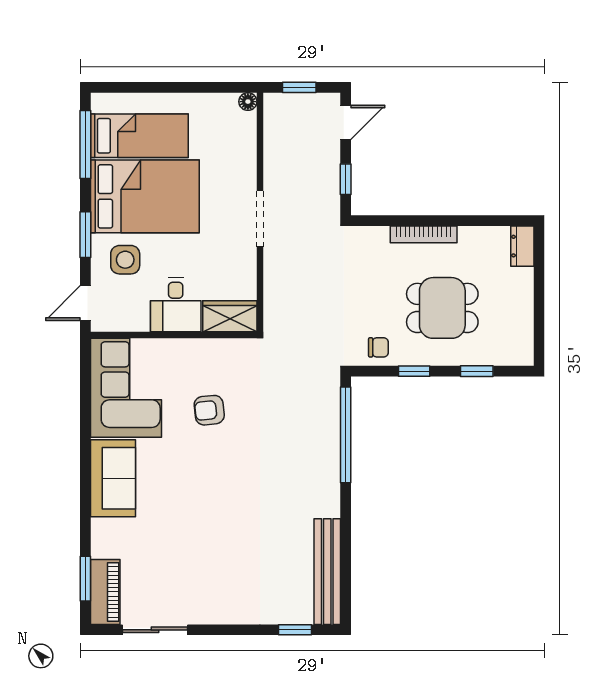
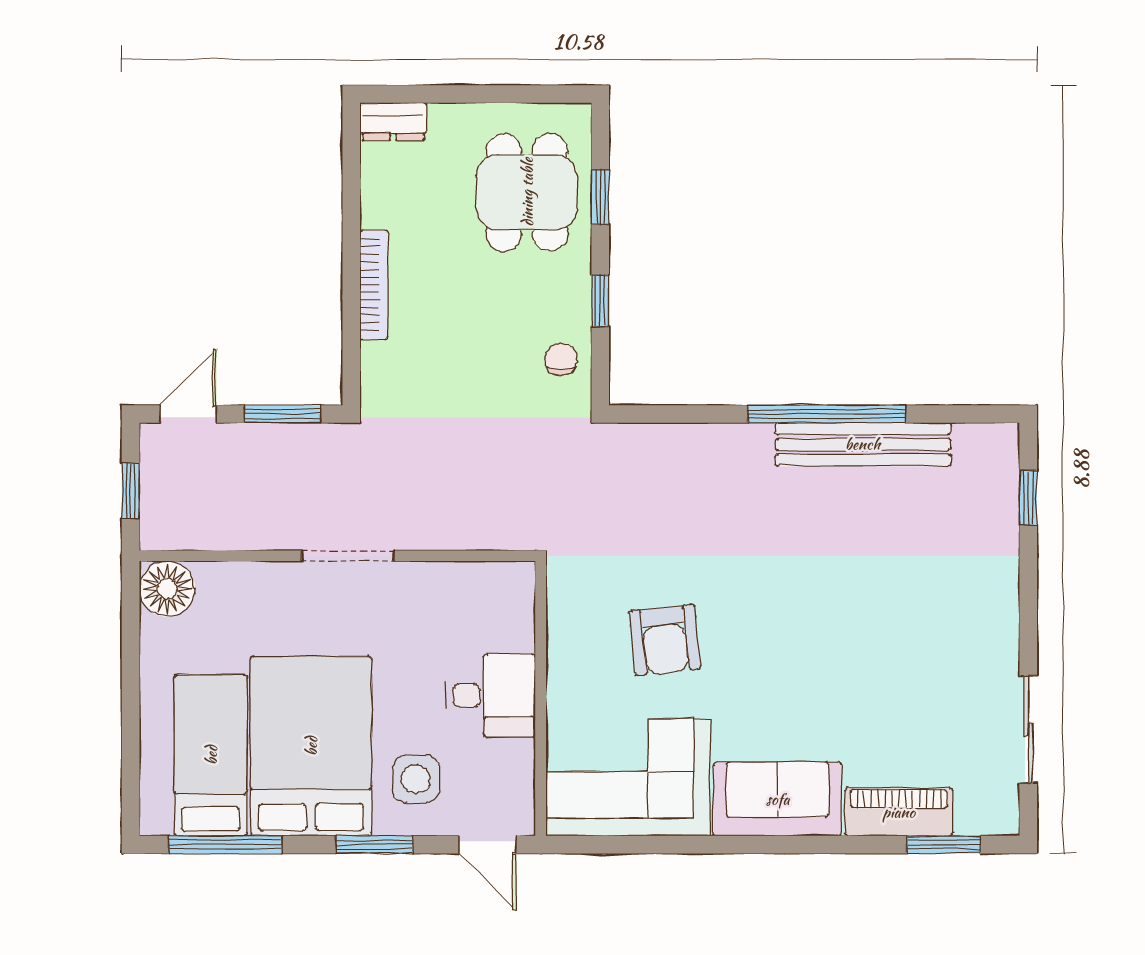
floor lamp: (248, 102) -> (167, 589), width x1.89, depth x1.89
door: (346, 122) -> (188, 414), hinge flipped
window: (346, 179) -> (283, 414), width x1.50
dining table: (442, 308) -> (527, 192), moved
wardrobe: (230, 316) -> (509, 606), removed
armchair: (209, 410) -> (665, 640), width x1.38, depth x1.38
window: (346, 435) -> (827, 414), moved
bench: (327, 572) -> (863, 444), moved
piano: (105, 592) -> (899, 812), moved

